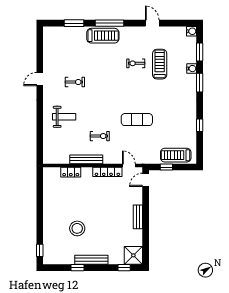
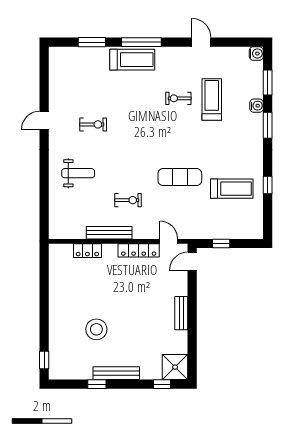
treadmill: (176, 155) -> (232, 189), moved, turned 180

